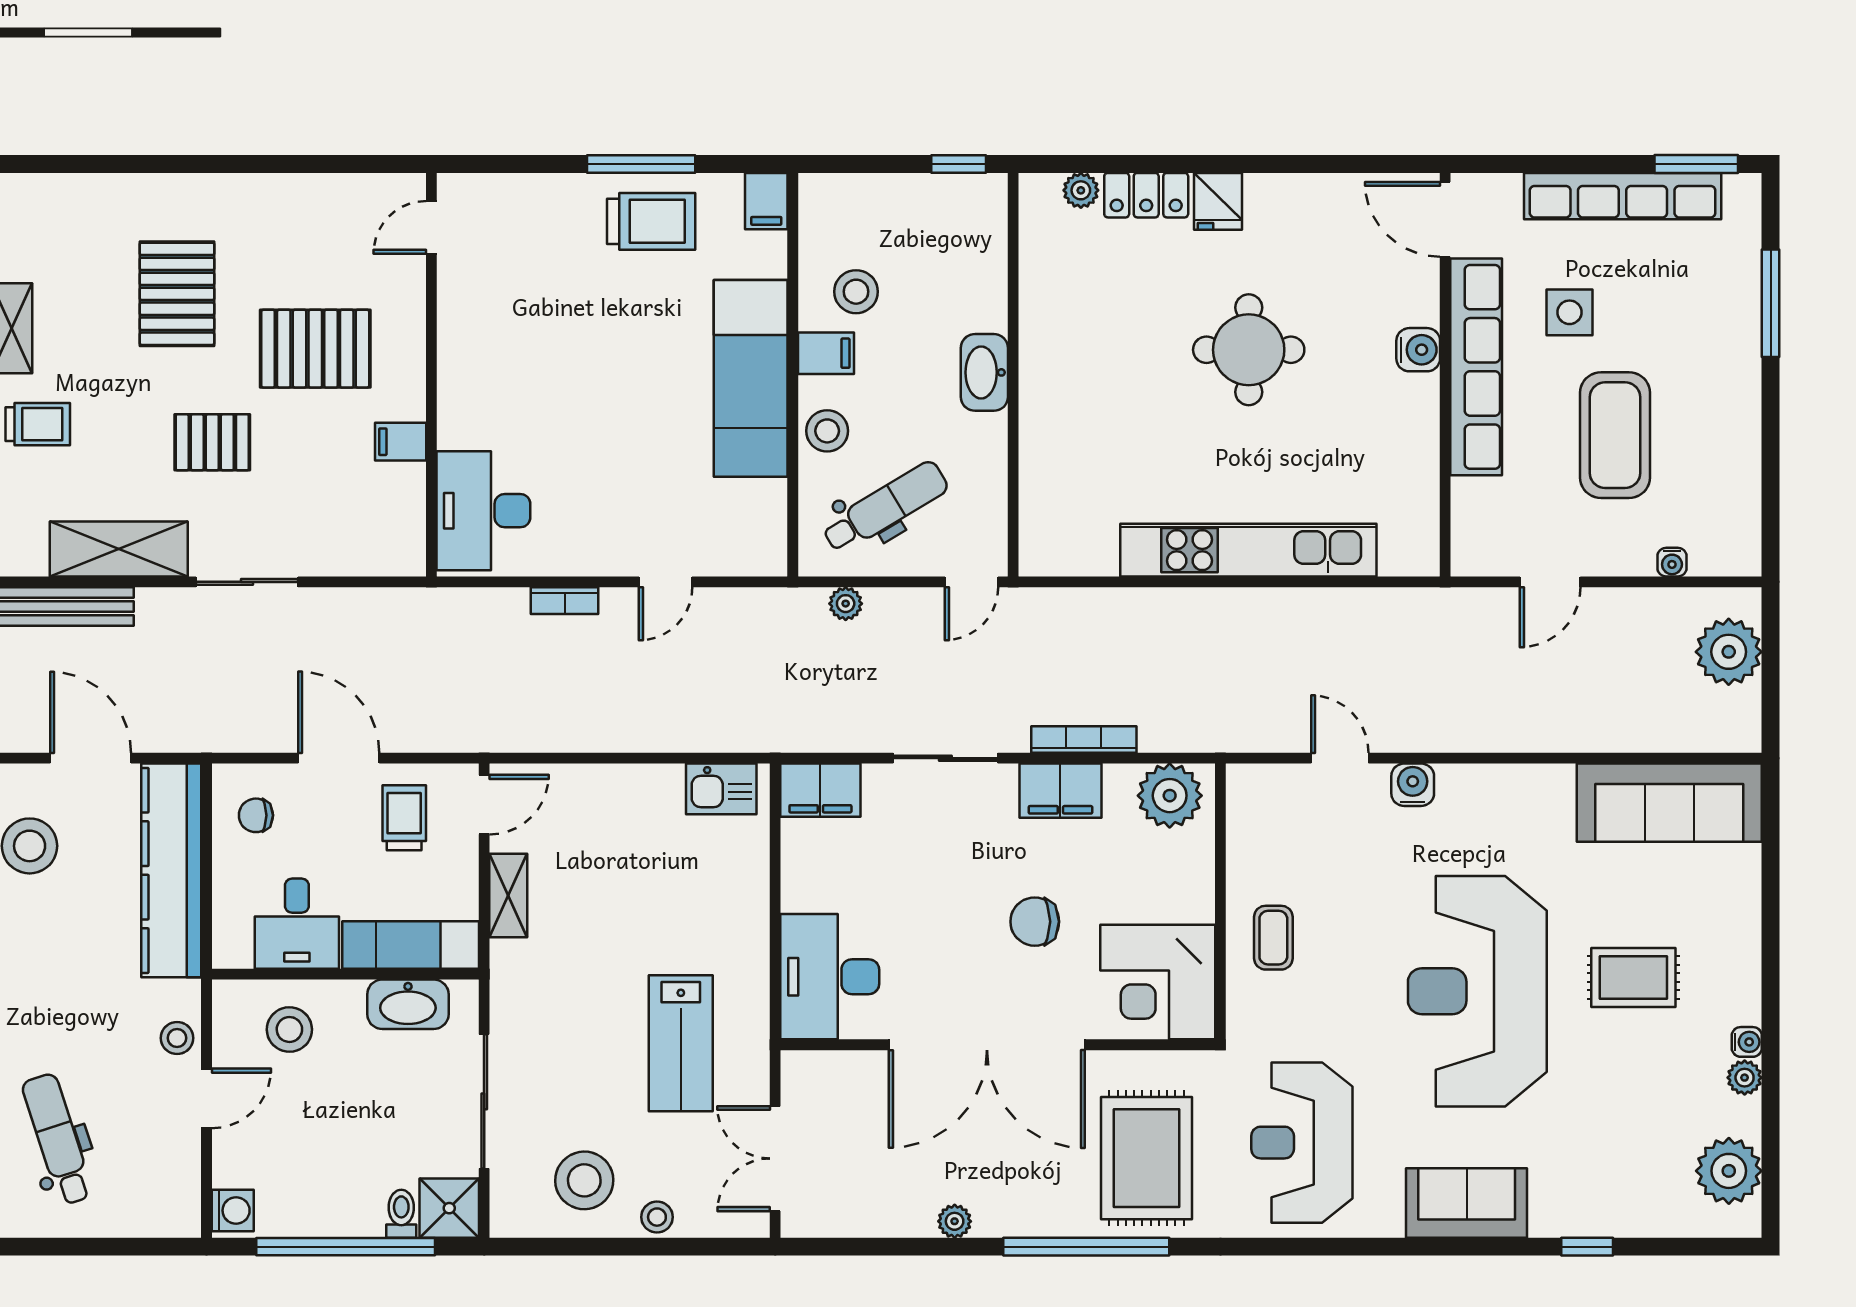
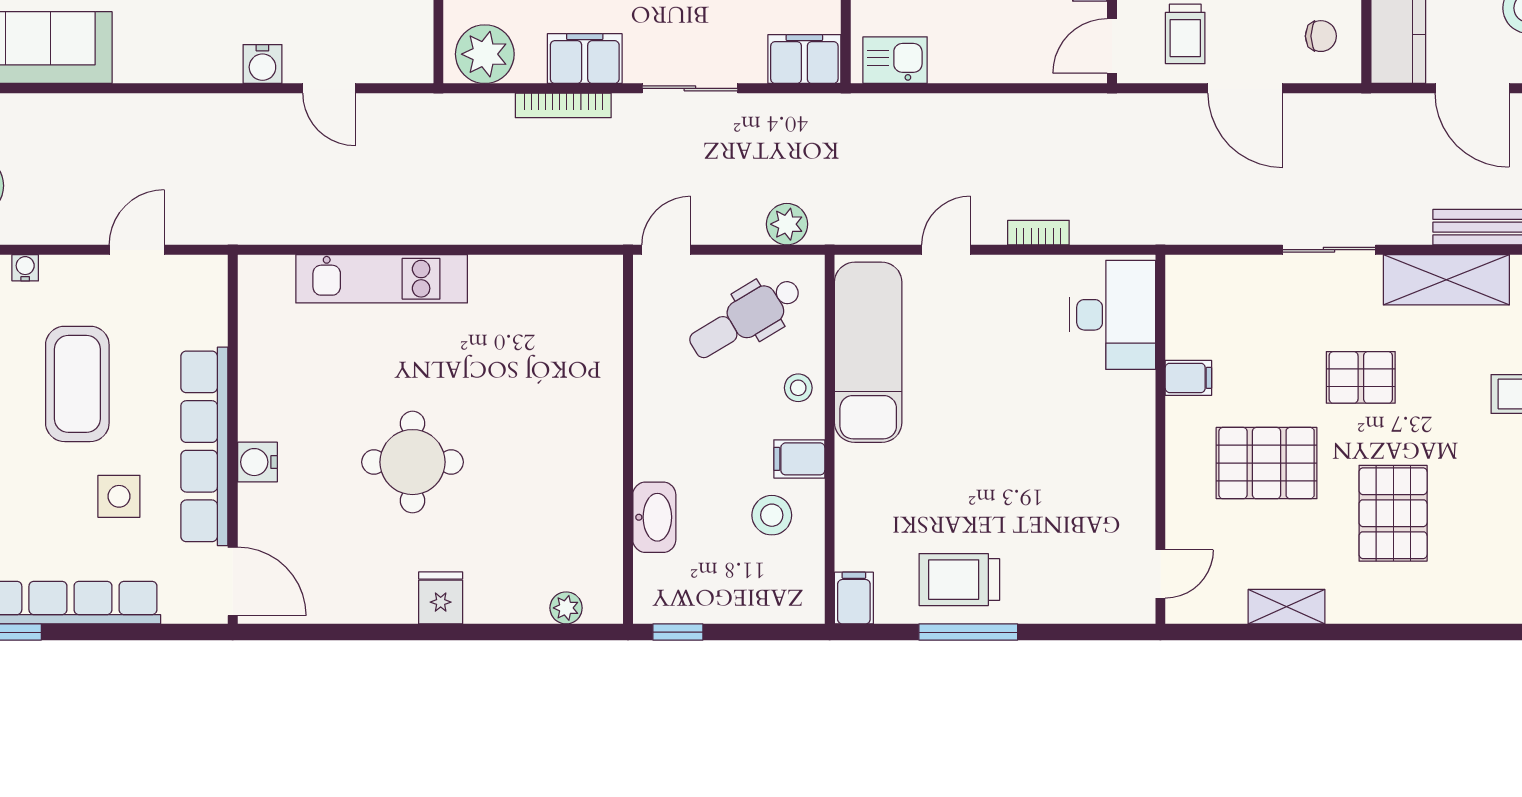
shelving: (293, 192) -> (1287, 607), added
locker: (1146, 195) -> (506, 604), removed
washbasin: (984, 372) -> (654, 517), moved
exam couch: (751, 378) -> (868, 352), moved
stool: (827, 431) -> (798, 388), width x0.73, depth x0.73
kitchen unit: (1248, 550) -> (382, 279), width x0.73
plant: (846, 604) -> (787, 224), width x1.38, depth x1.38

